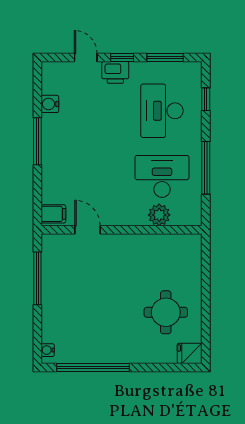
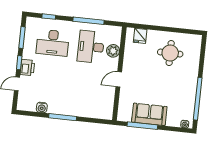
filing cabinet: (53, 214) -> (106, 112), removed
door: (87, 230) -> (119, 79), moved
sofa: (58, 288) -> (149, 114), added
fridge: (190, 353) -> (140, 36), moved

